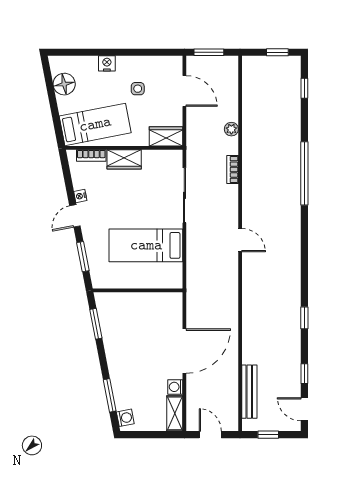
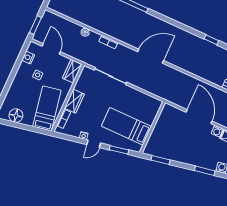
nightstand: (107, 63) -> (28, 58), moved
door: (184, 91) -> (51, 49), hinge flipped
door: (75, 216) -> (94, 144), hinge flipped
door: (240, 240) -> (151, 56), width x1.87
bed: (146, 245) -> (126, 126), moved, turned 90

